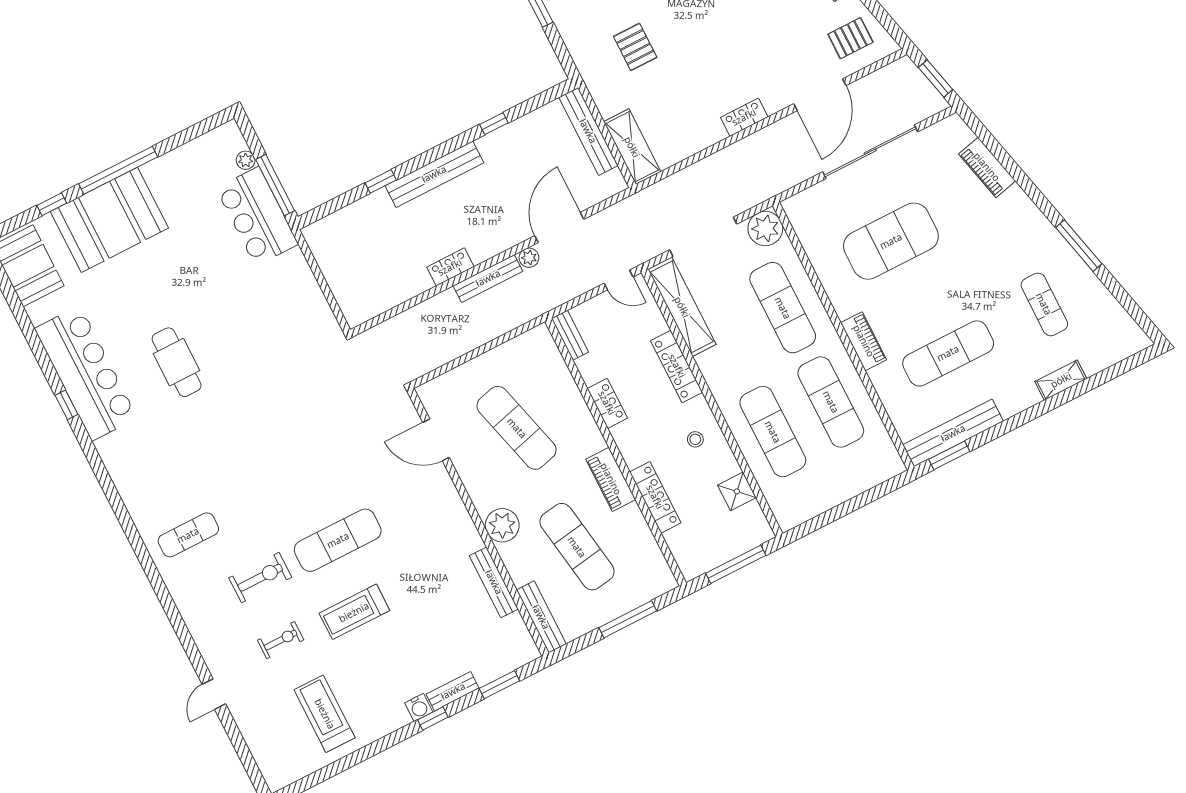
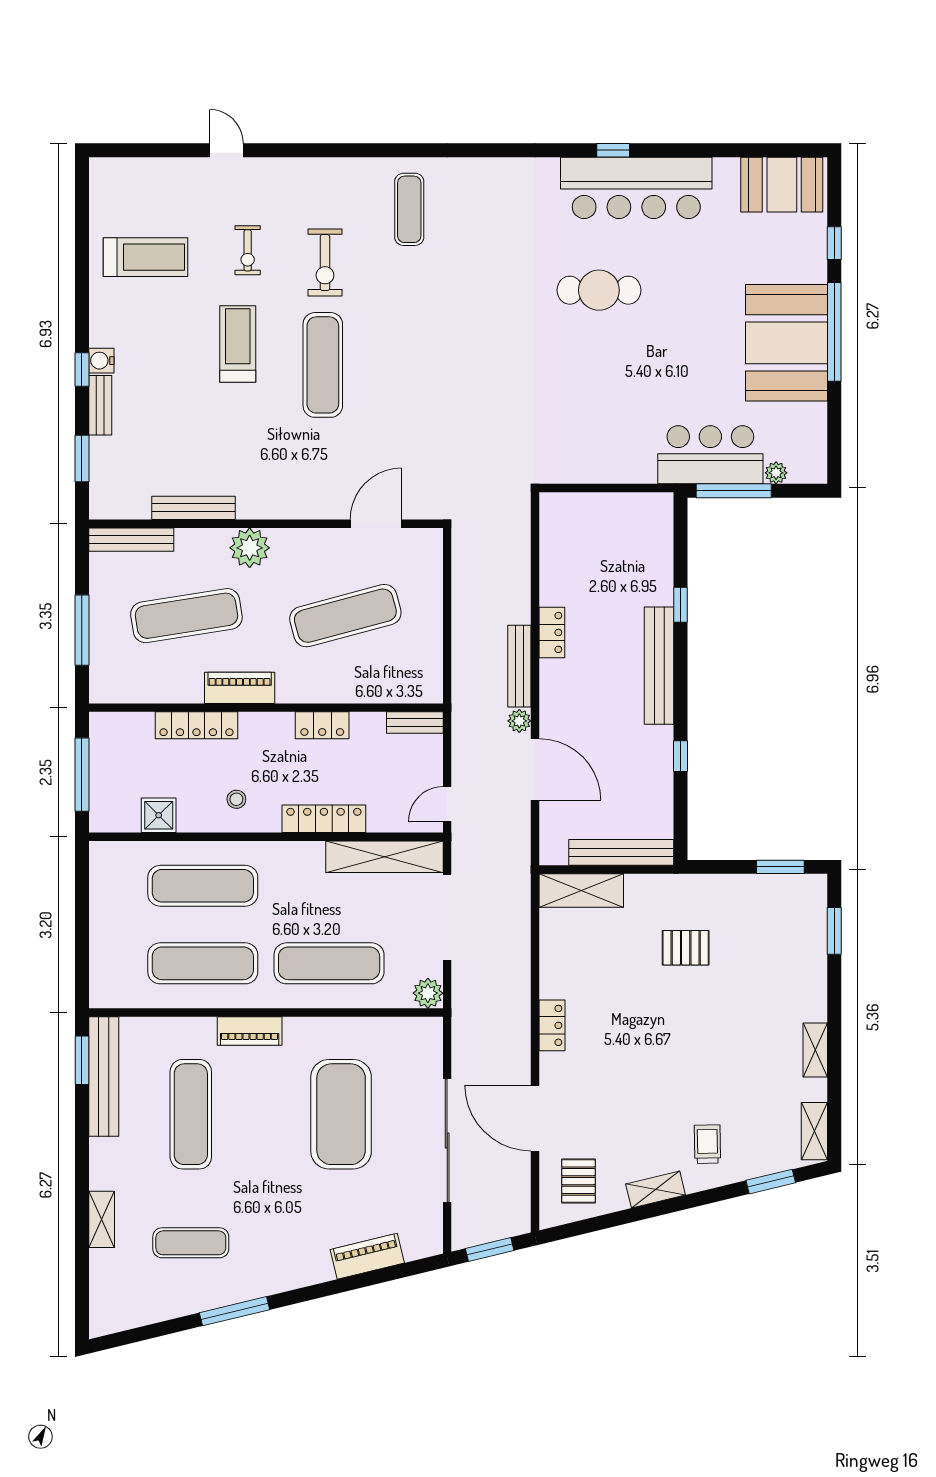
booth: (109, 220) -> (787, 343), moved
plant: (765, 229) -> (428, 993), width x0.73, depth x0.73

